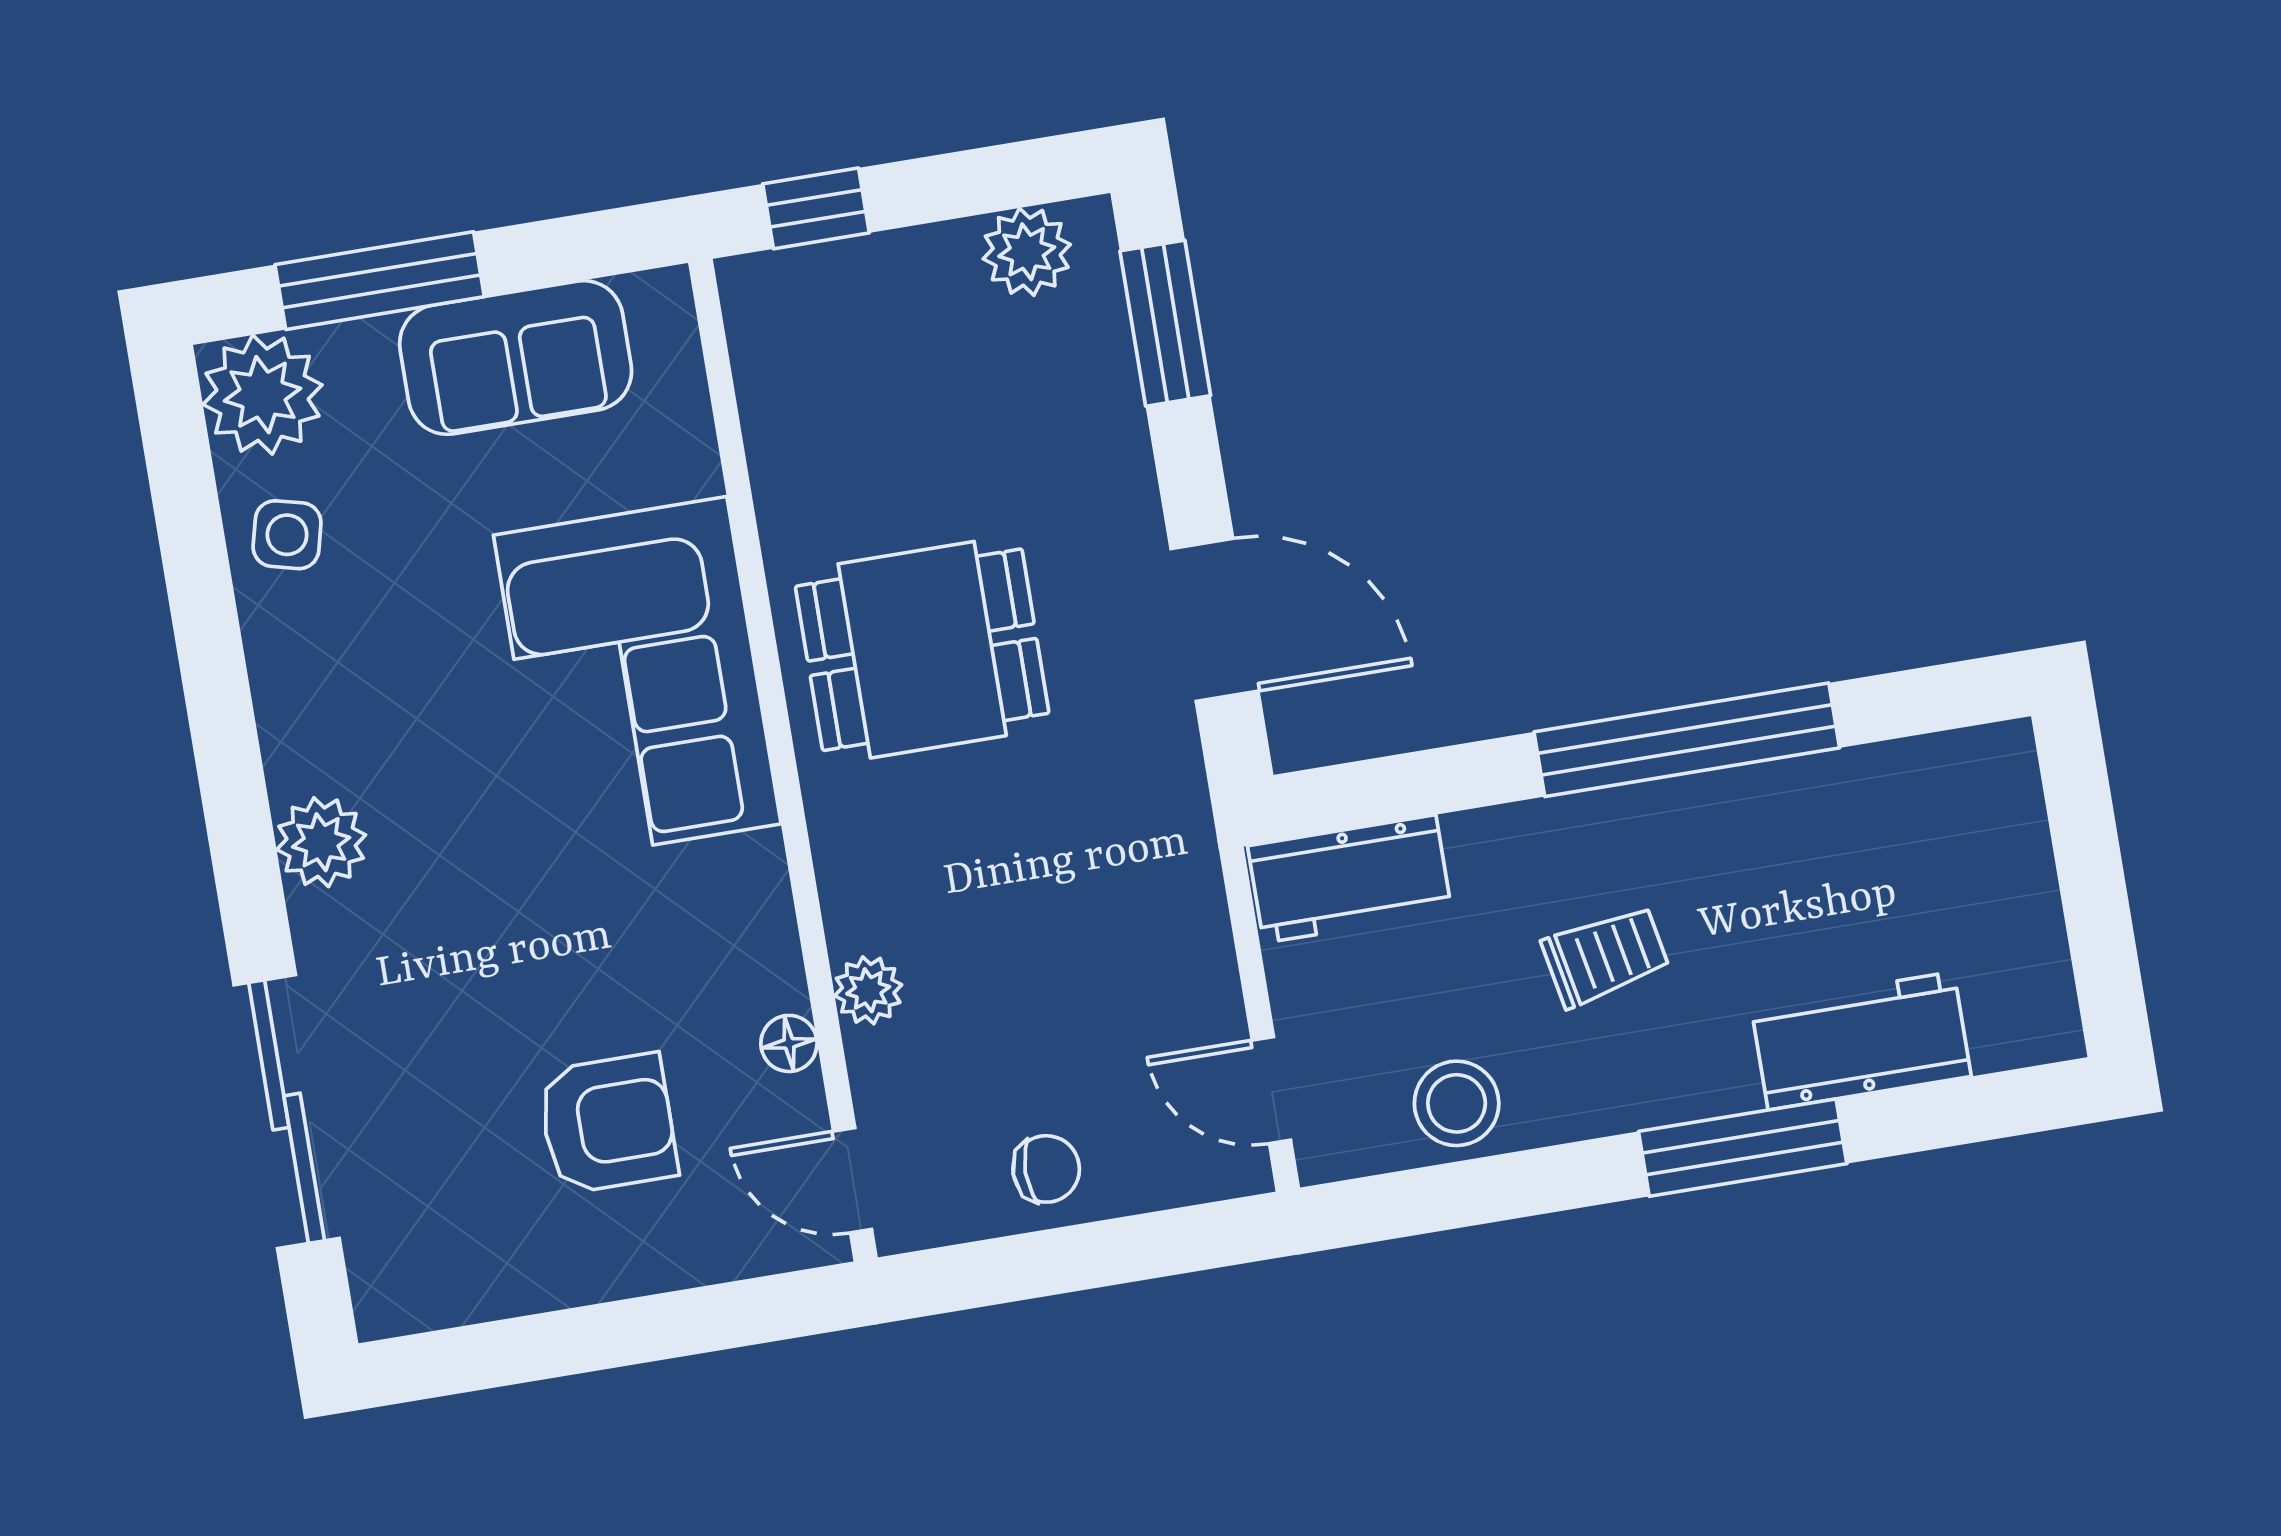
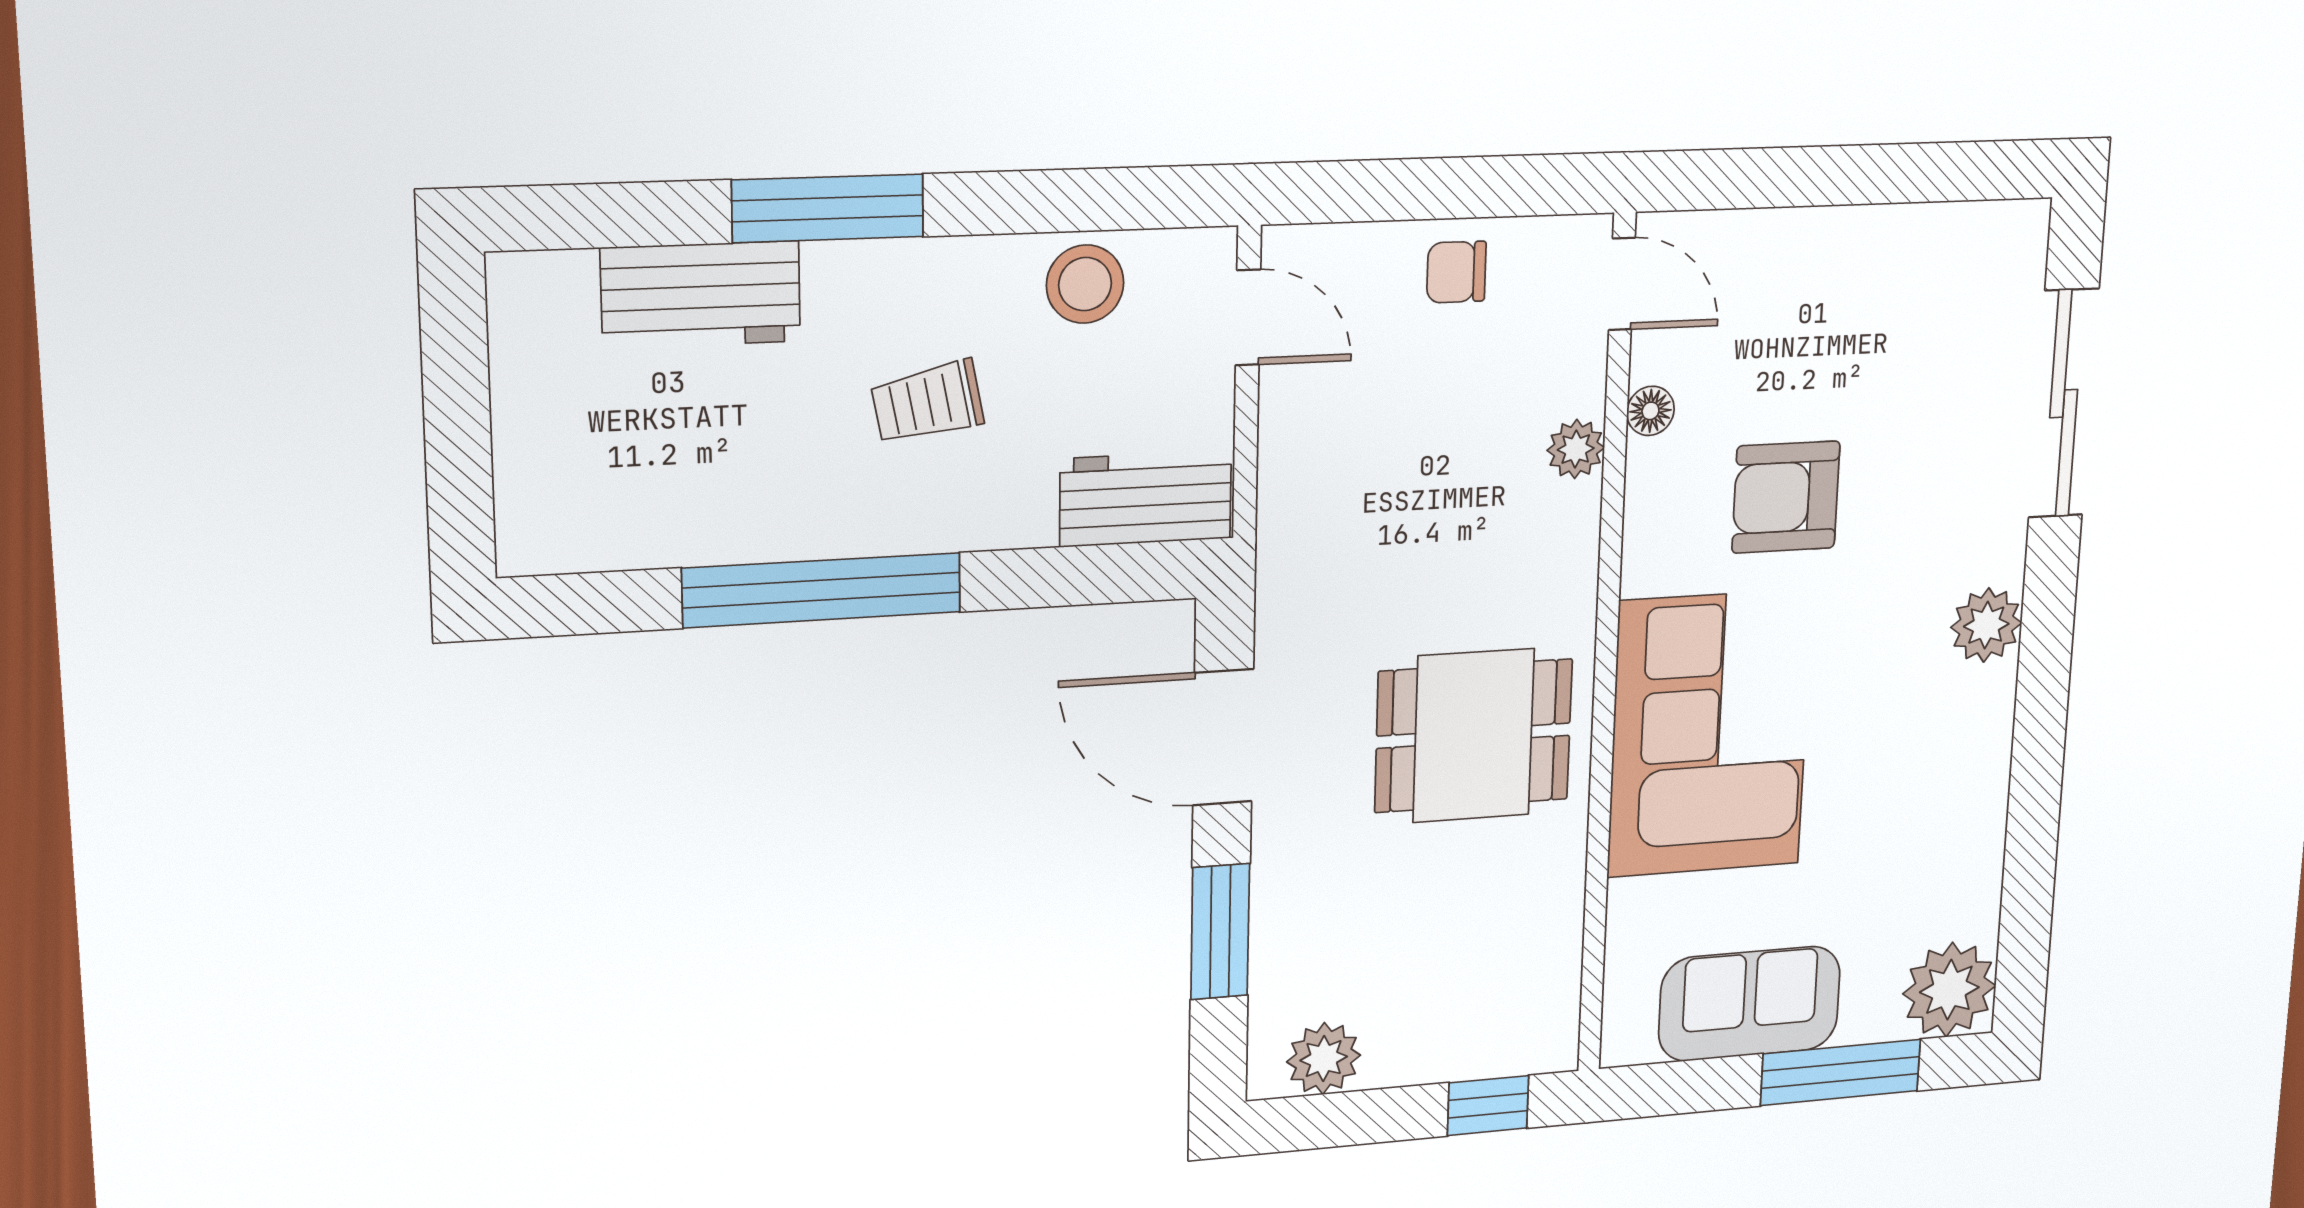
window: (1165, 323) -> (1220, 932), moved
side table: (287, 535) -> (1956, 877), removed
armchair: (608, 1124) -> (1786, 497), moved

